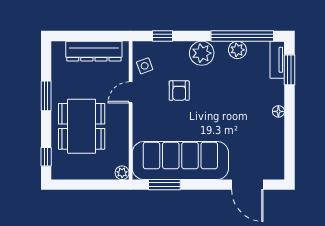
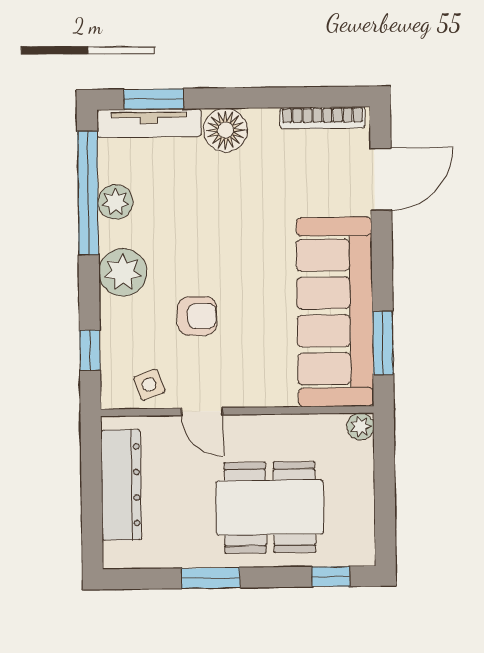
tv unit: (277, 60) -> (149, 123), width x1.41
floor lamp: (278, 111) -> (226, 130), width x1.89, depth x1.89
bookcase: (279, 155) -> (323, 118), added

